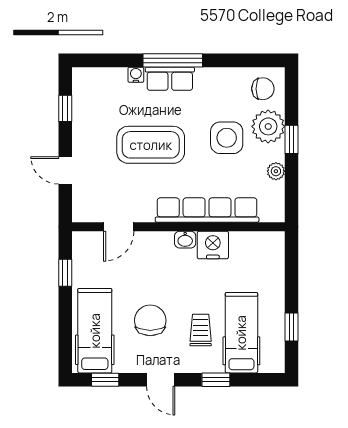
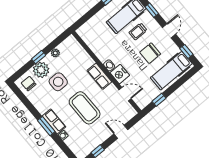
window: (173, 60) -> (46, 126), width x0.69
door: (65, 170) -> (121, 132), swing flipped
row of seats: (207, 210) -> (99, 76), width x0.50
nightstand: (213, 245) -> (120, 74), moved

